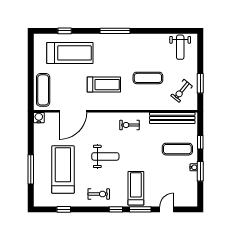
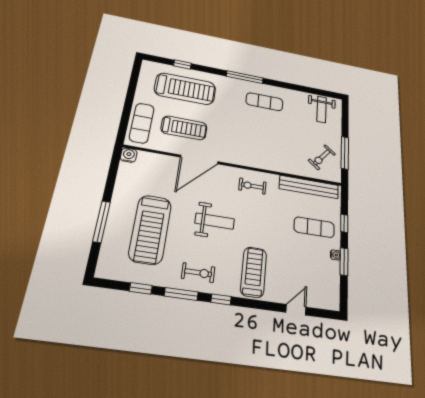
exercise mat: (148, 78) -> (265, 102), moved
window: (200, 83) -> (345, 153), width x1.44
treadmill: (104, 85) -> (184, 128), moved
door: (73, 111) -> (199, 159), moved
treadmill: (63, 170) -> (150, 229), turned 180
window: (140, 209) -> (181, 294), moved

